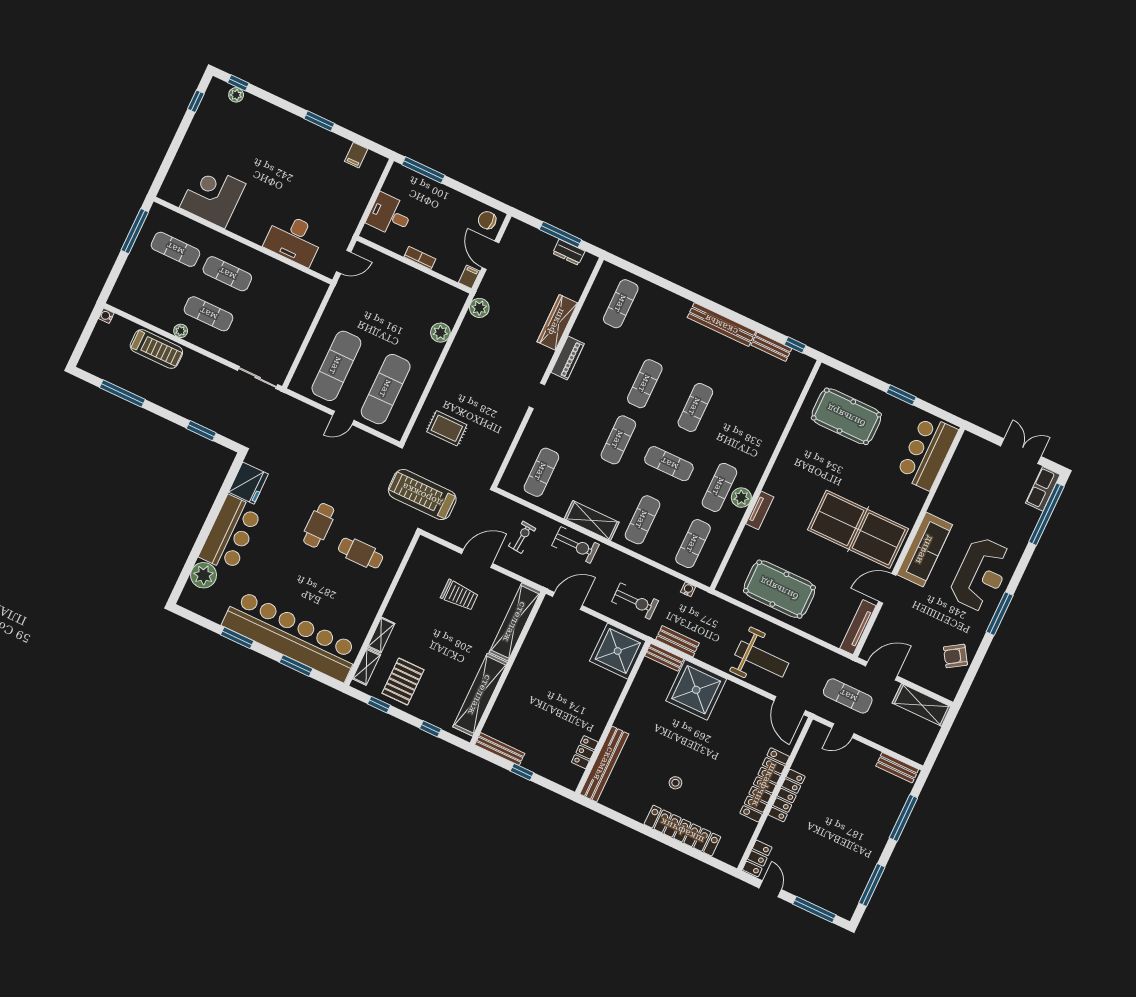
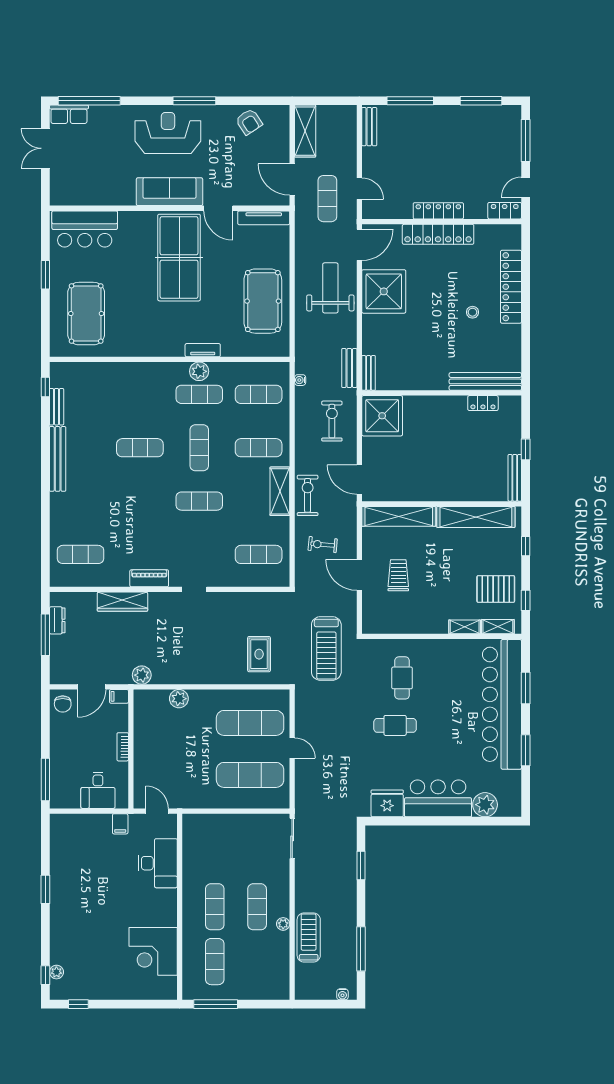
filing cabinet: (356, 155) -> (120, 824), moved, turned 90
water cooler: (106, 316) -> (342, 994), moved
exercise mat: (645, 384) -> (140, 501), removed
shower: (696, 690) -> (384, 291), moved

